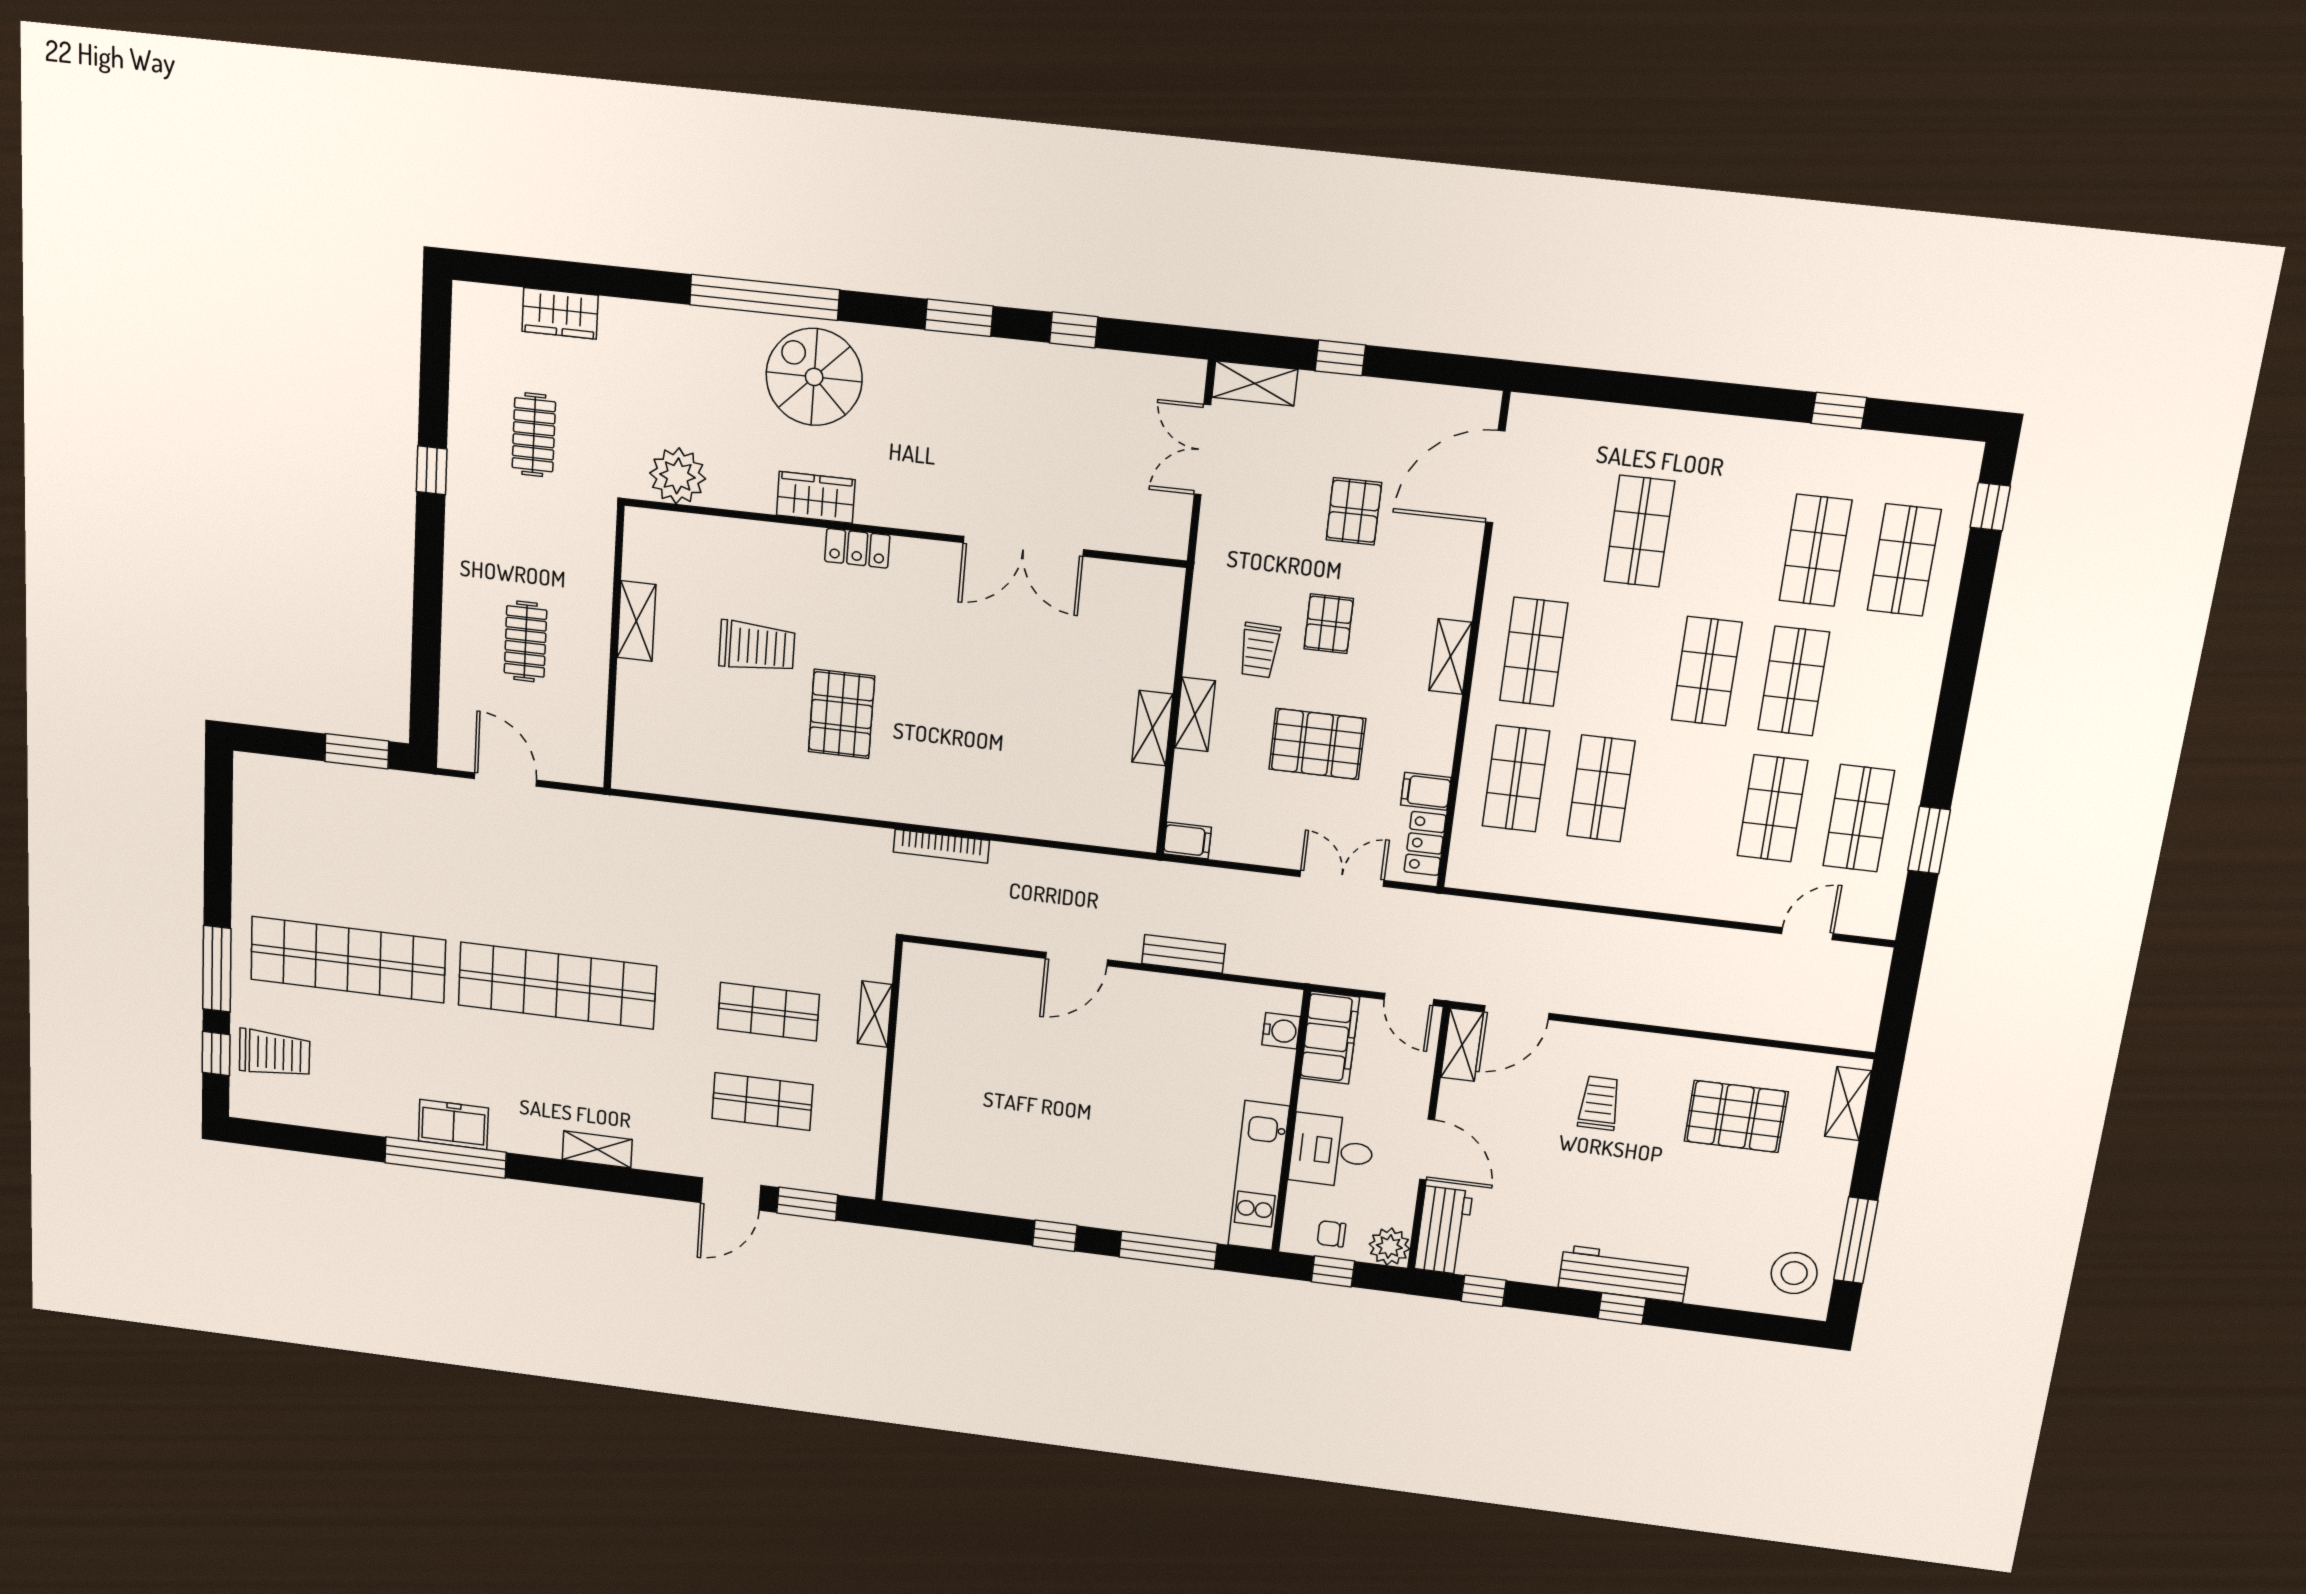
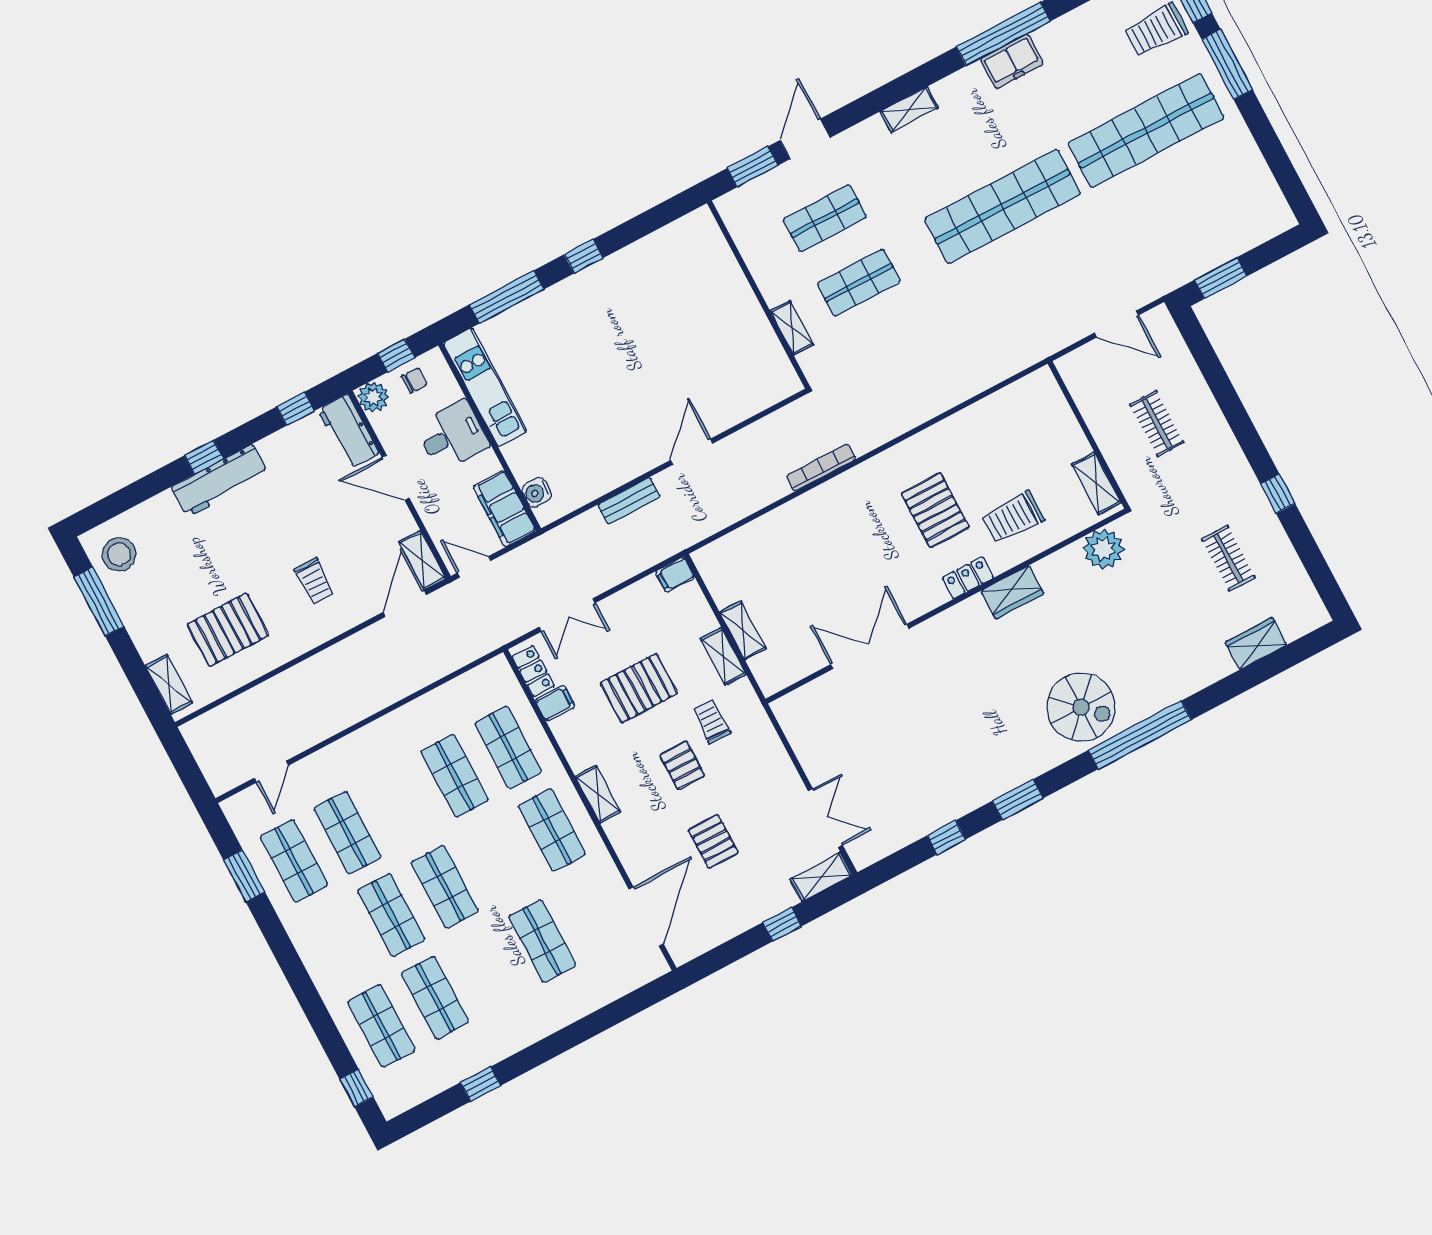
plant: (678, 476) -> (1103, 549), moved
wardrobe: (816, 497) -> (1012, 592), moved
wall: (904, 533) -> (946, 606), moved
double door: (1023, 546) -> (870, 646), moved
locker: (857, 548) -> (968, 578), moved

